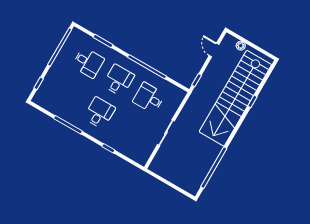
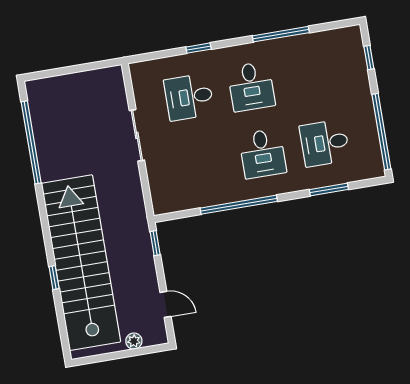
desk: (149, 98) -> (189, 97), moved, turned 180

